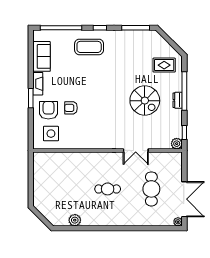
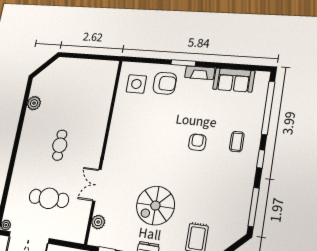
coffee table: (89, 47) -> (237, 142), width x0.54, depth x0.58
armchair: (71, 108) -> (197, 142), moved
plant: (177, 144) -> (98, 222), moved

